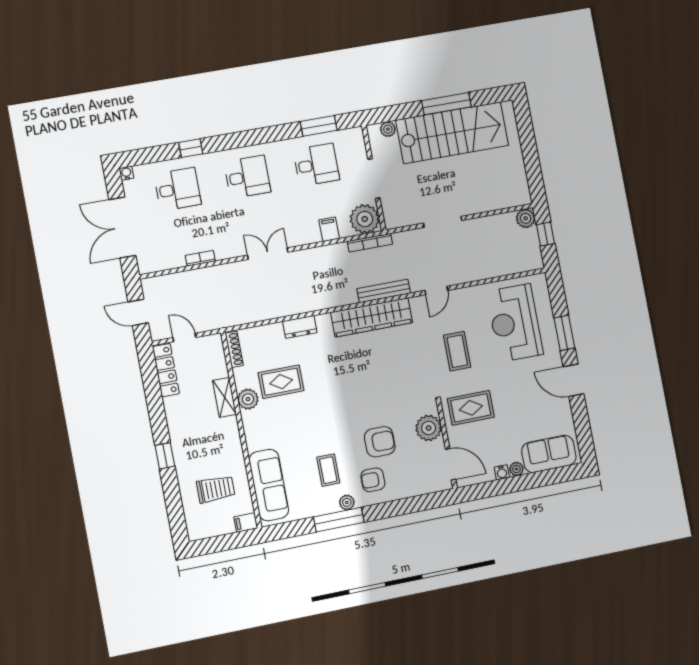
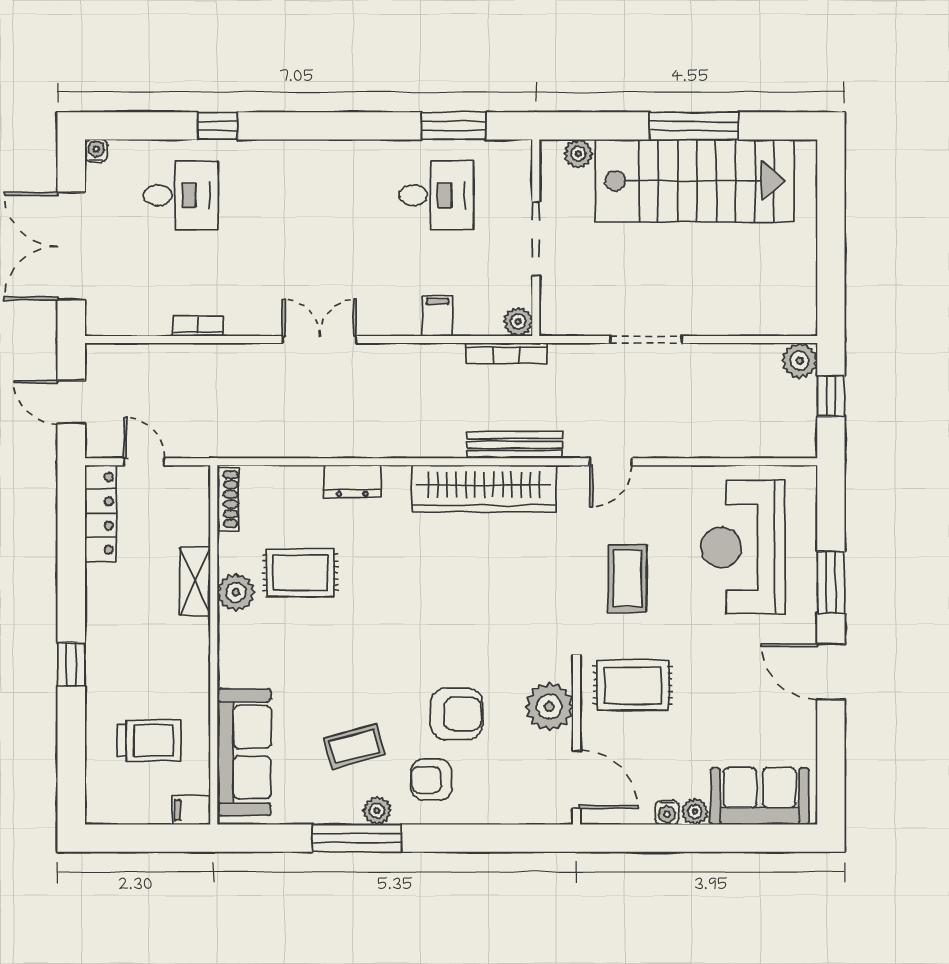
desk: (247, 177) -> (309, 195), removed
plant: (365, 219) -> (518, 322), width x0.53, depth x0.53
coffee table: (328, 470) -> (355, 746), turned 75

